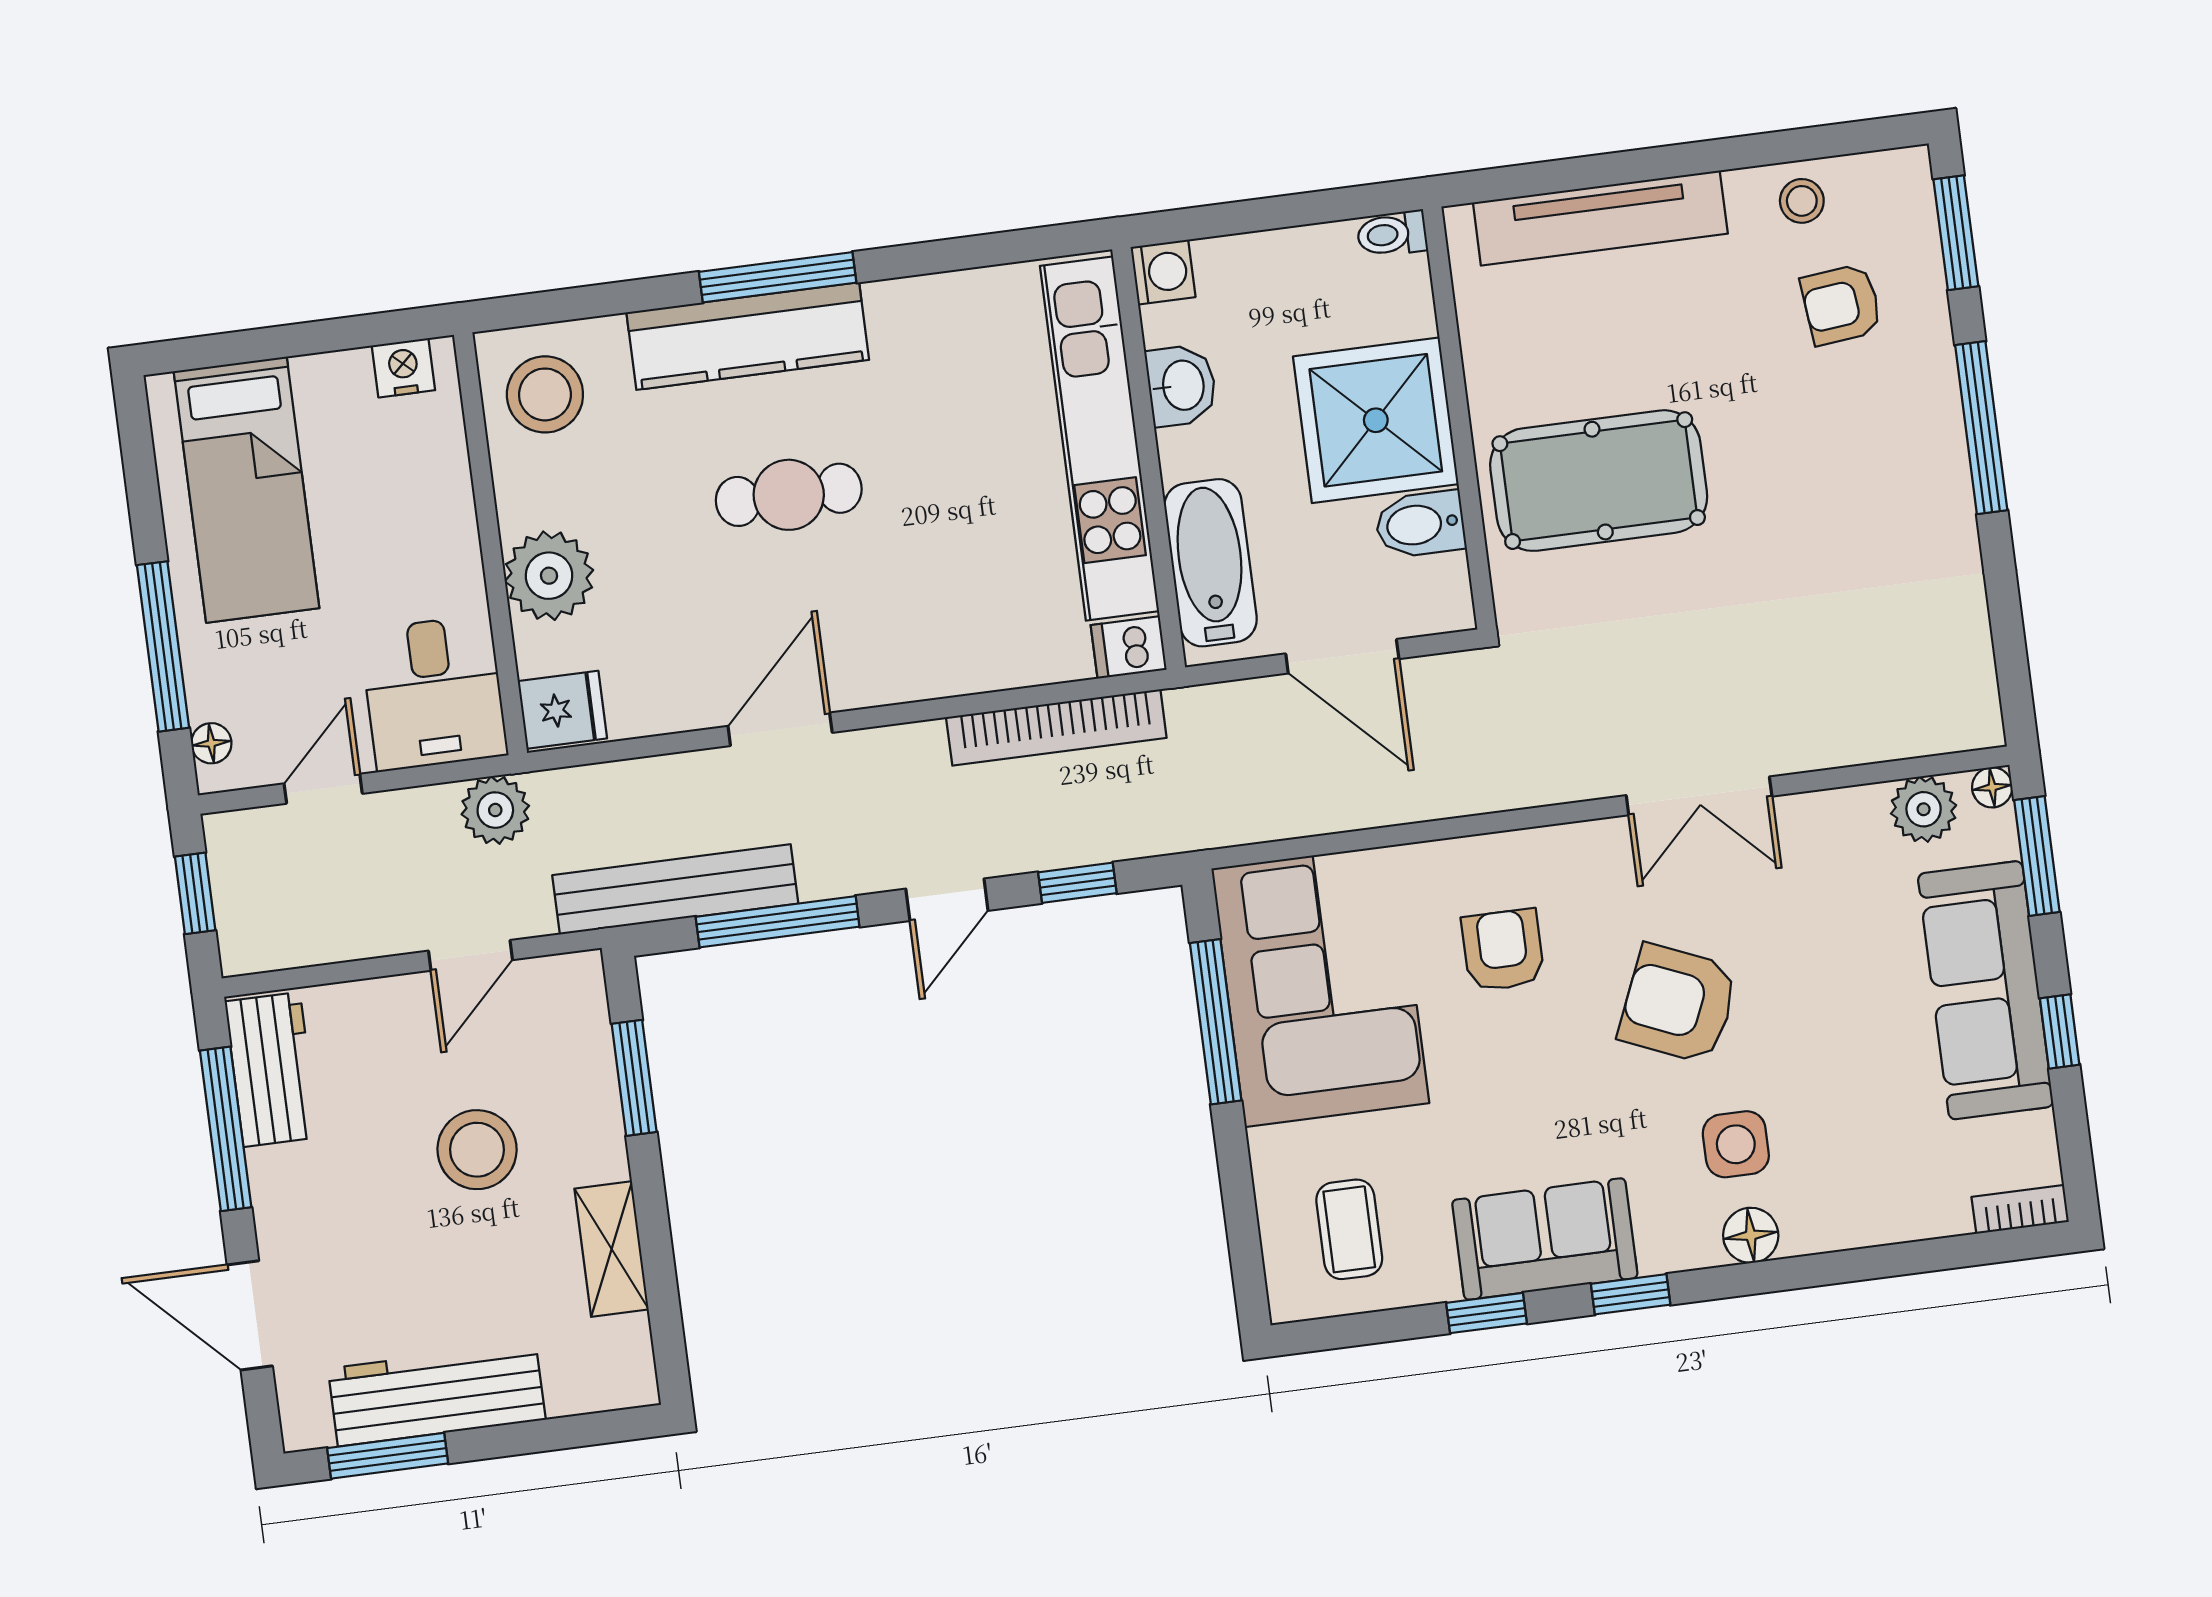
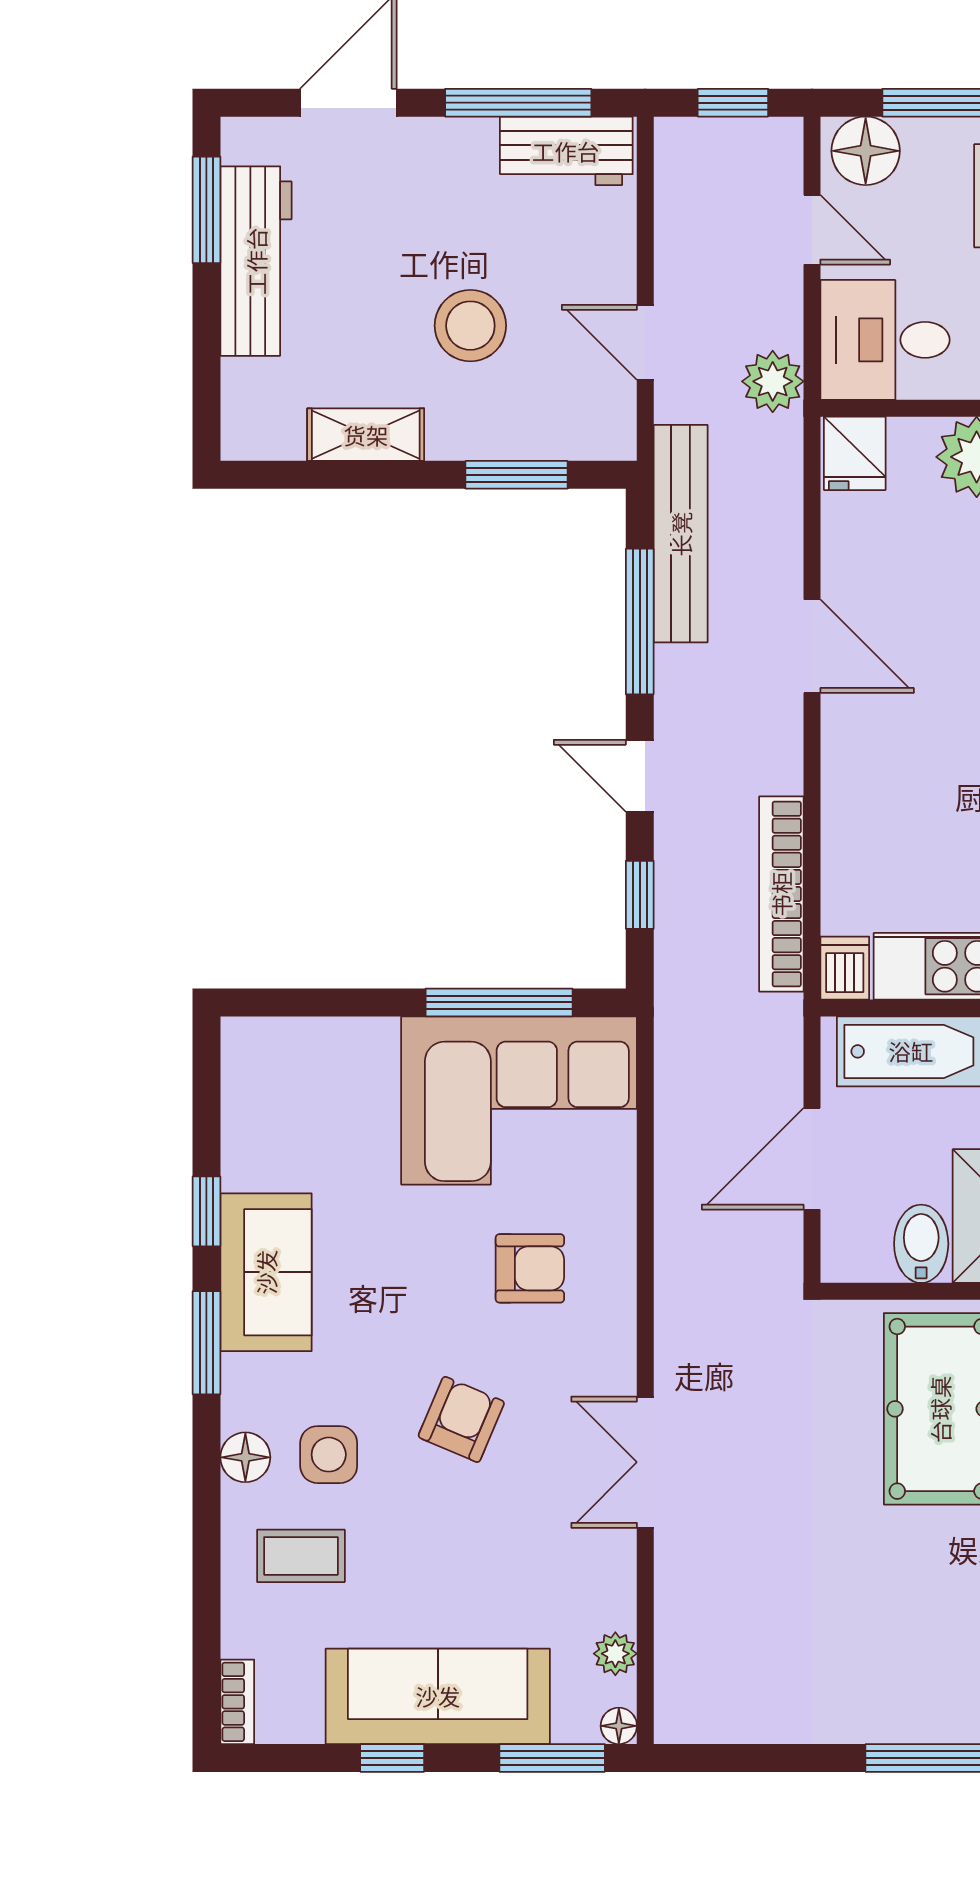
floor lamp: (211, 743) -> (866, 151), width x1.89, depth x1.89
plant: (1924, 809) -> (615, 1654), width x0.73, depth x0.73
armchair: (1678, 1004) -> (461, 1419), width x0.72, depth x0.72
coffee table: (1349, 1229) -> (301, 1556), moved
window: (1631, 1294) -> (206, 1343), width x1.50

